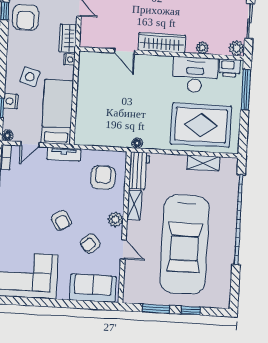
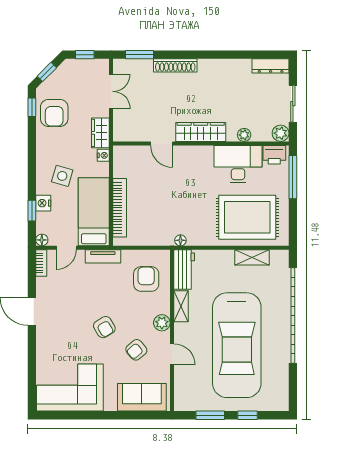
bookcase: (82, 110) -> (120, 208), added

